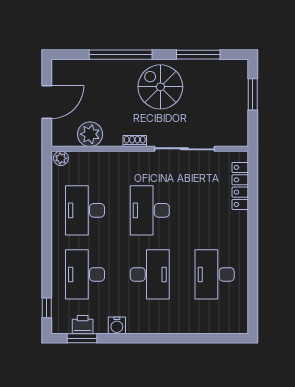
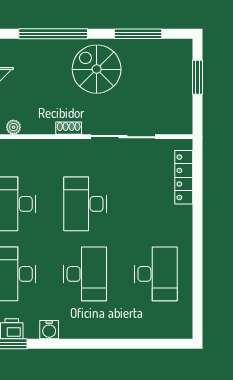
plant: (90, 134) -> (13, 127), width x0.53, depth x0.53
desk: (215, 274) -> (156, 274), turned 180

